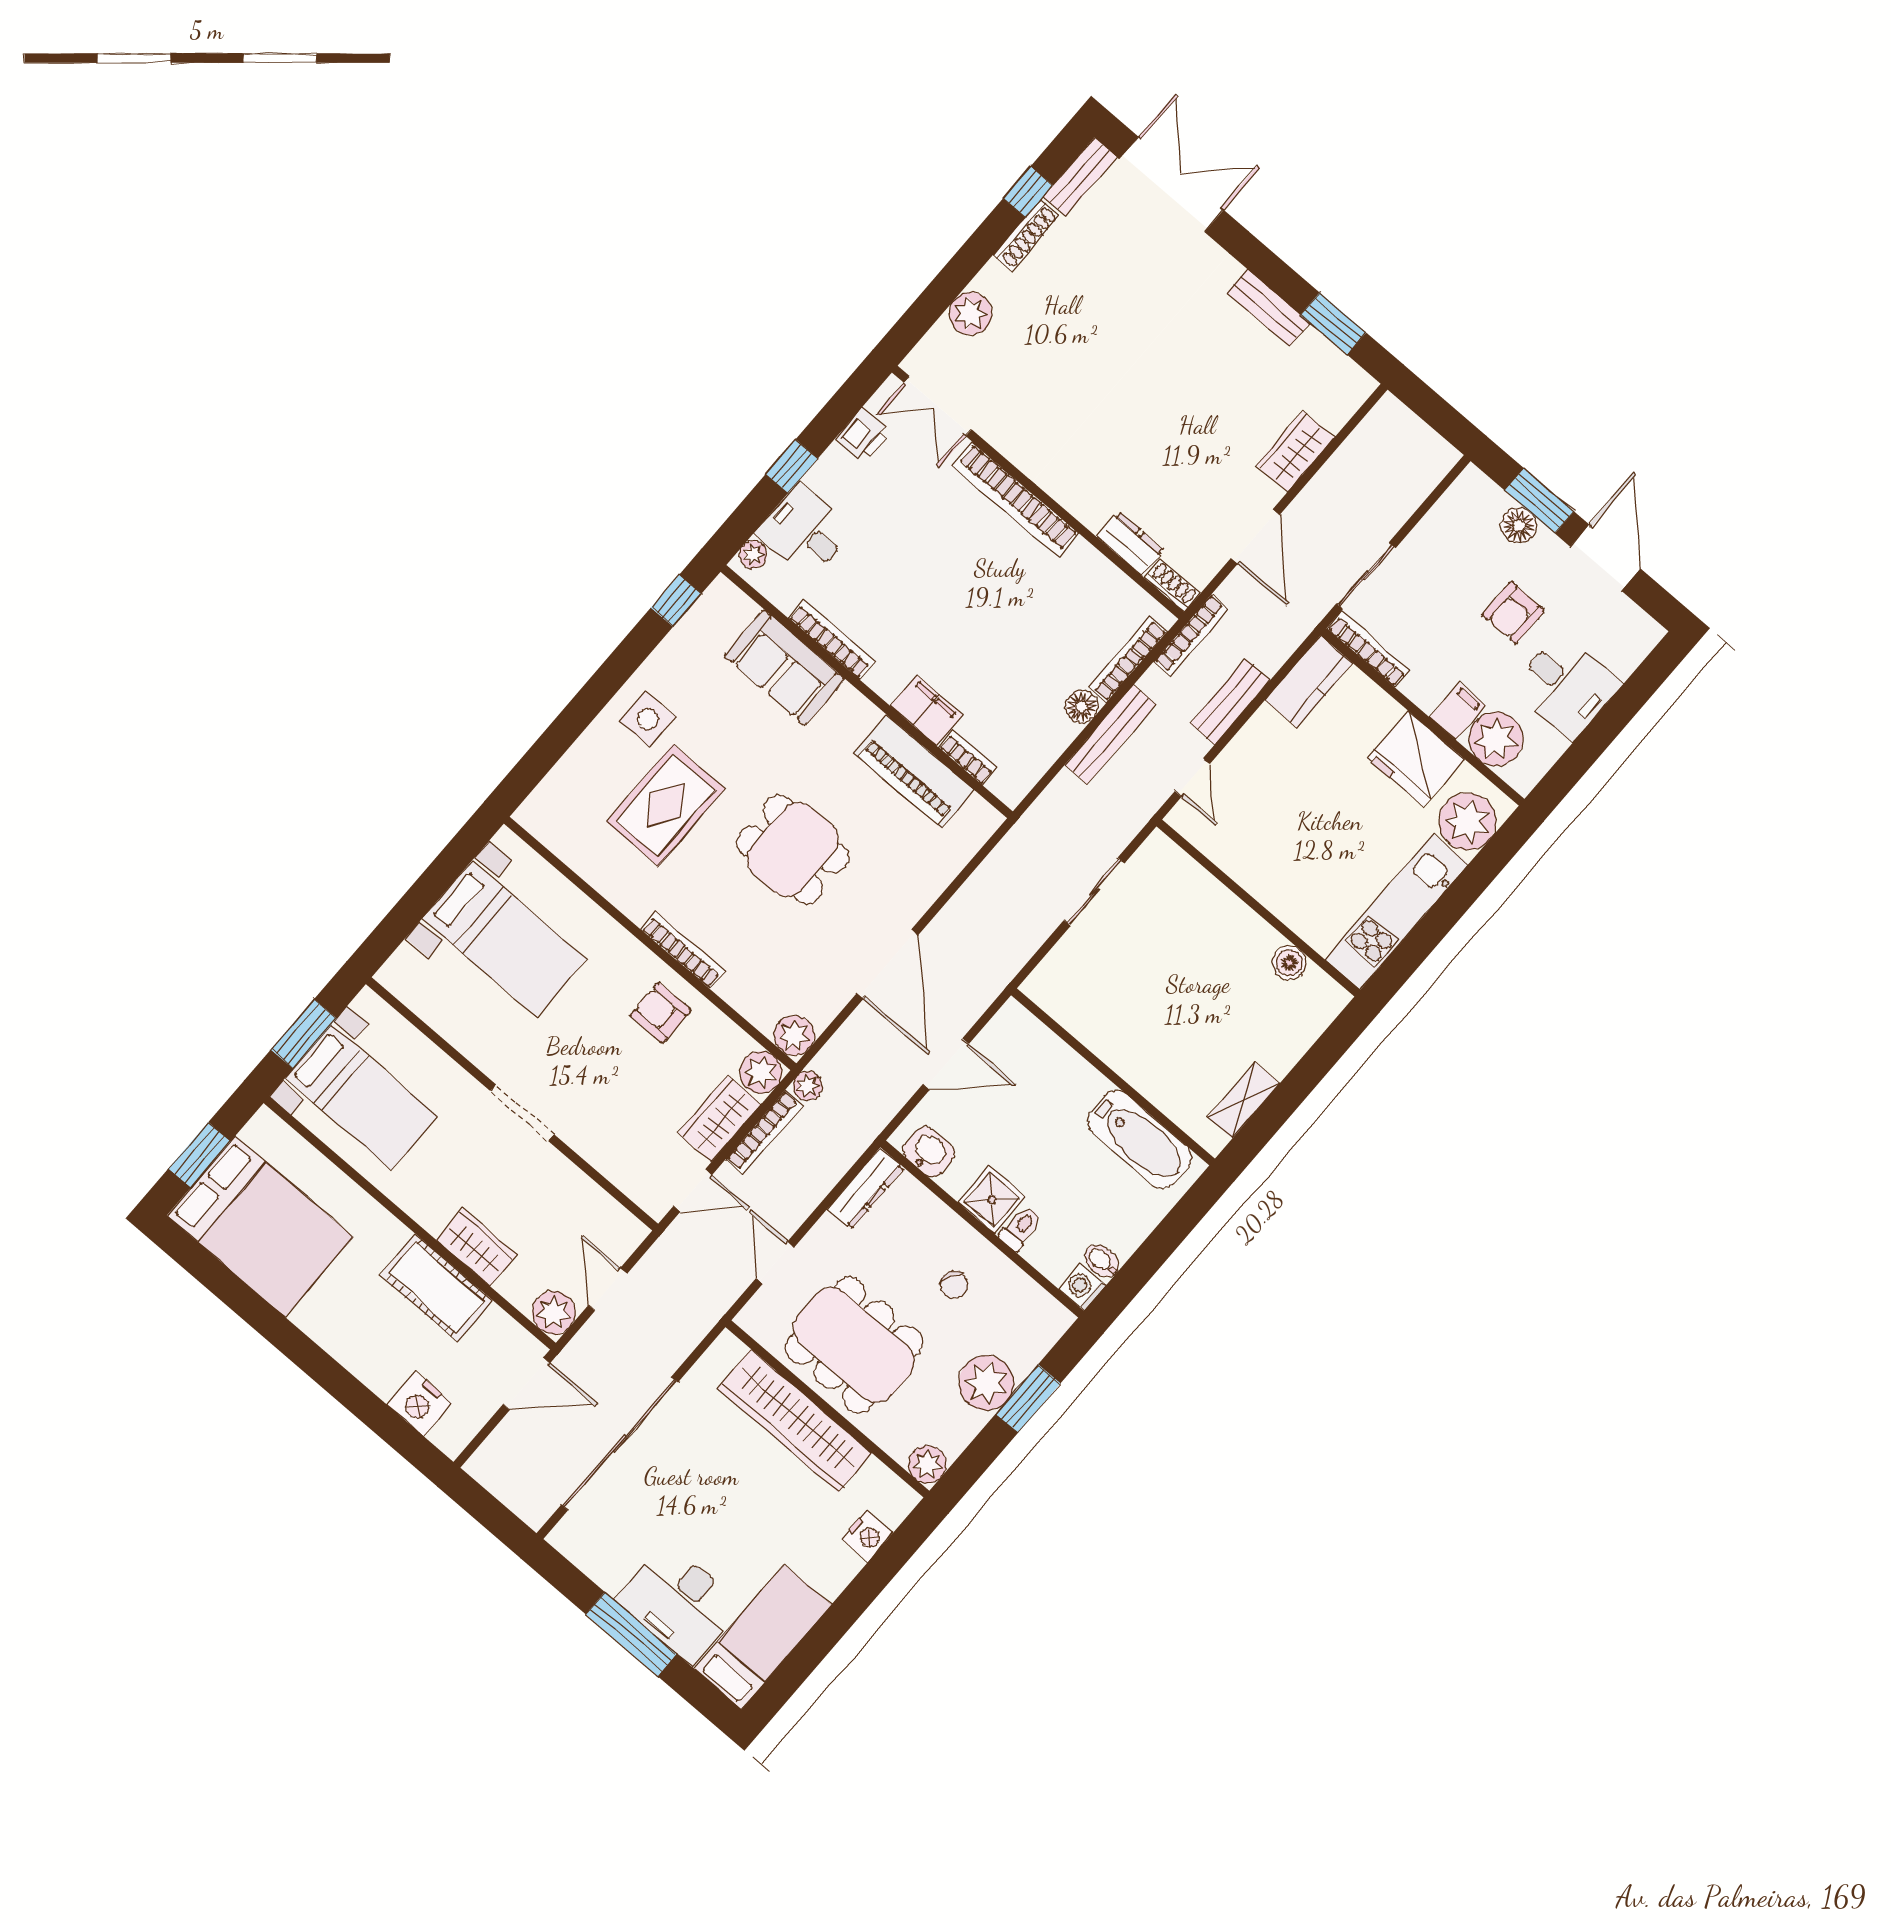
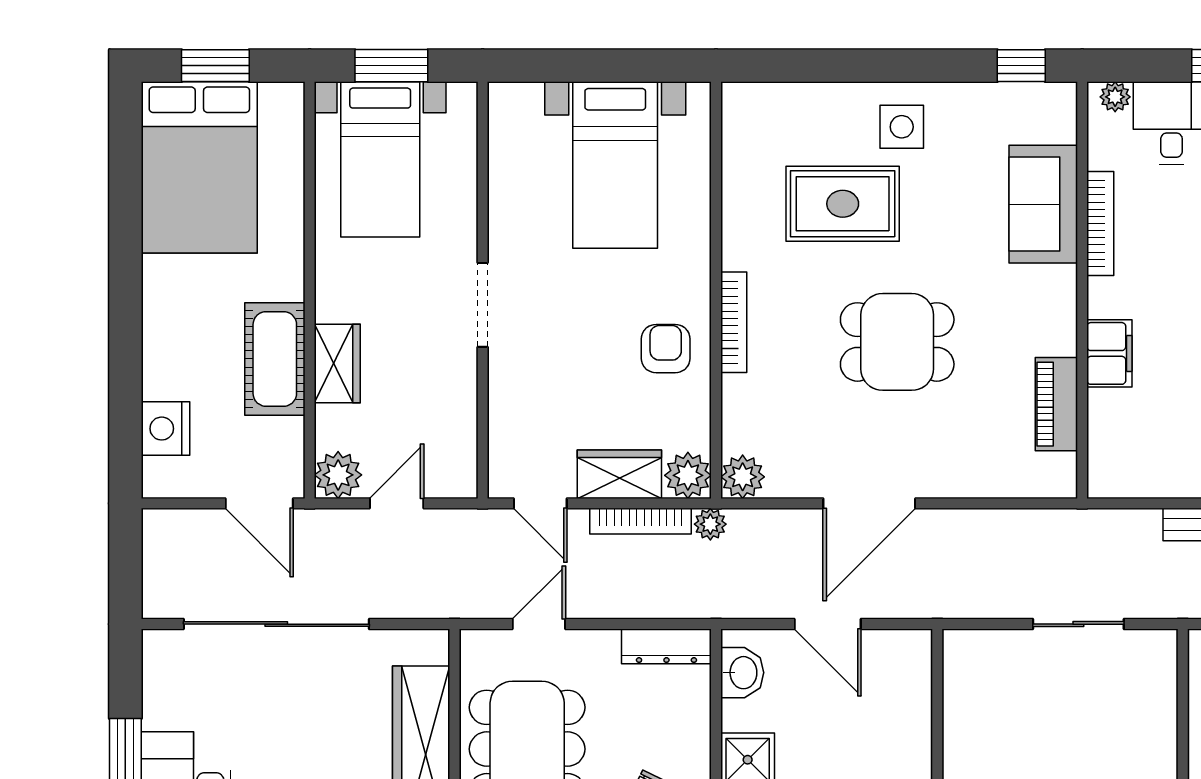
bookcase: (968, 758) -> (1100, 422), removed
piano: (914, 771) -> (1056, 404), width x0.73, depth x0.75
dining table: (793, 850) -> (897, 342), turned 90

